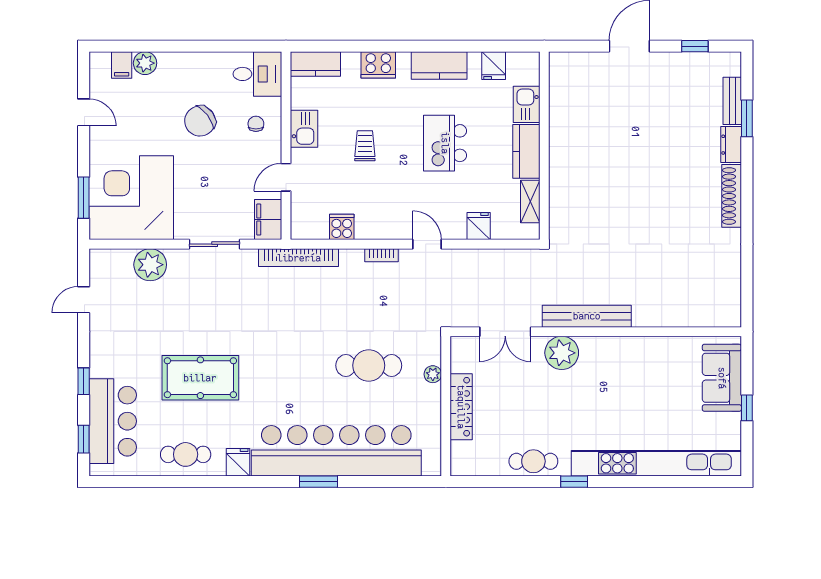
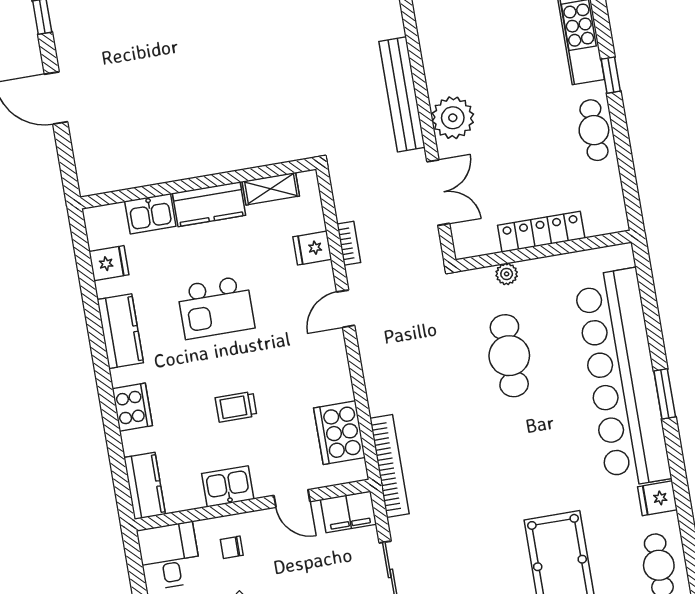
cooker: (342, 227) -> (339, 433), width x1.87, depth x1.31
bookcase: (382, 255) -> (349, 243), moved

